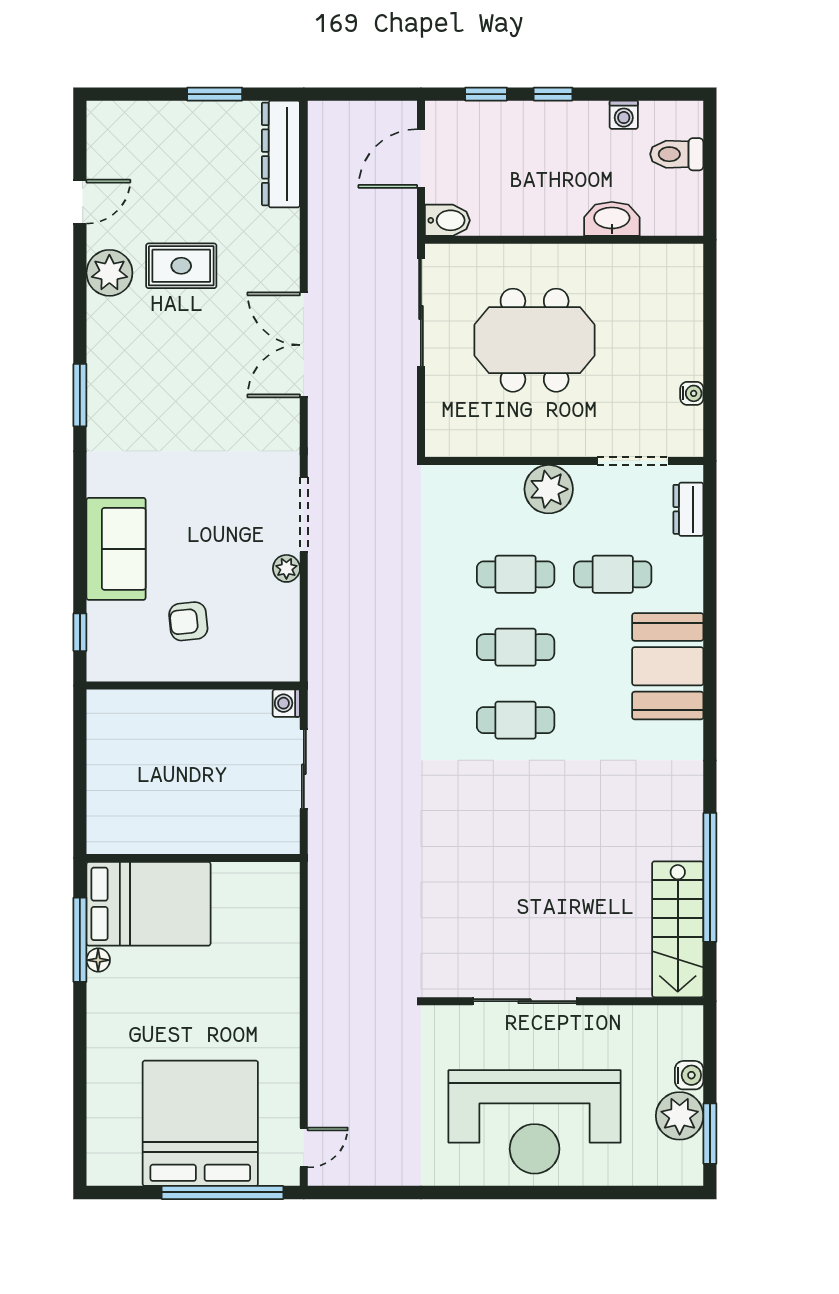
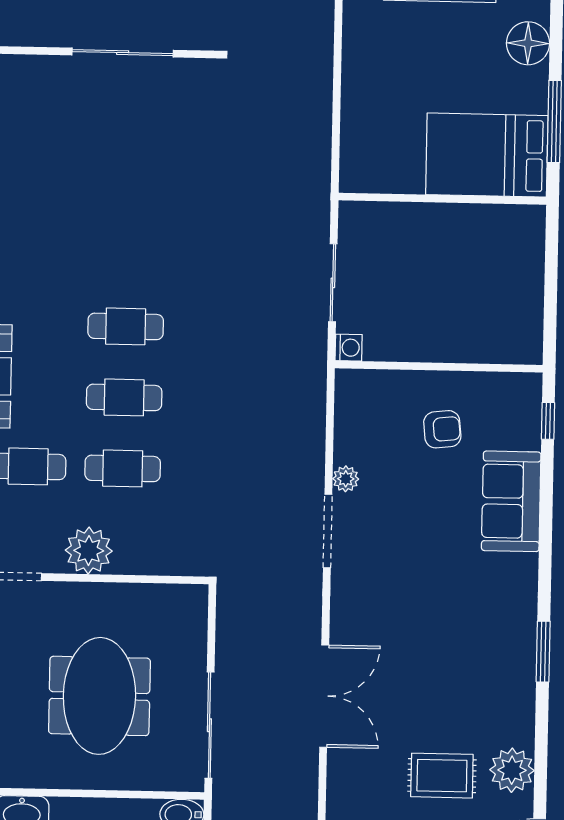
meeting table: (535, 340) -> (99, 696), turned 90
floor lamp: (98, 960) -> (528, 43), moved, width x1.89, depth x1.89

